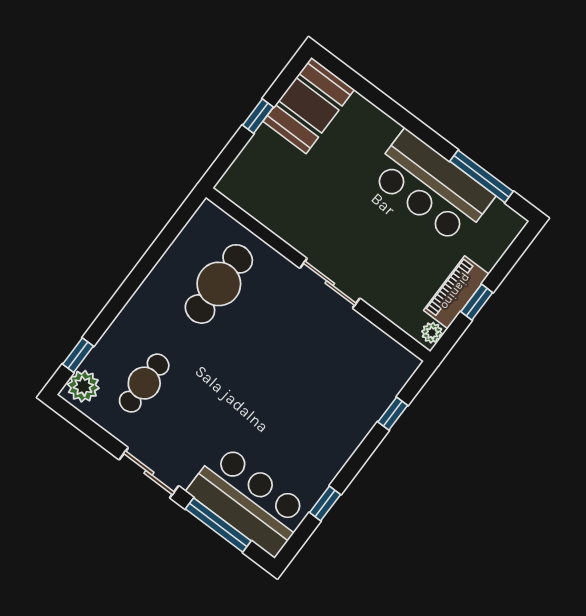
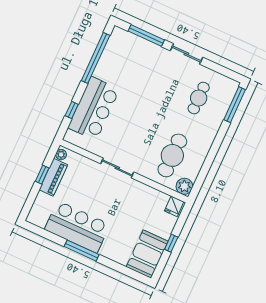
window: (482, 176) -> (82, 251), moved
fridge: (237, 186) -> (174, 206), added
window: (78, 355) -> (235, 105), width x2.17
plant: (83, 386) -> (184, 186), moved
bar counter: (249, 500) -> (94, 108), moved, turned -90
window: (325, 503) -> (96, 58), width x3.17

